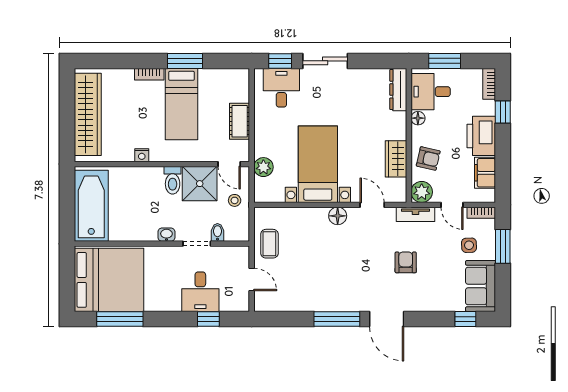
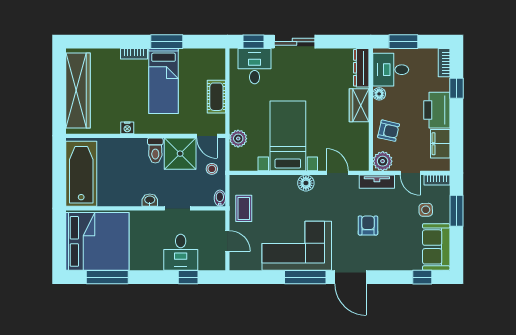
wardrobe: (396, 159) -> (359, 105), moved
bidet: (217, 232) -> (220, 198), moved
corner sofa: (328, 285) -> (297, 246), added

